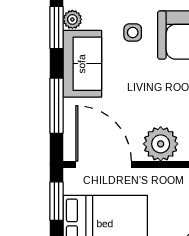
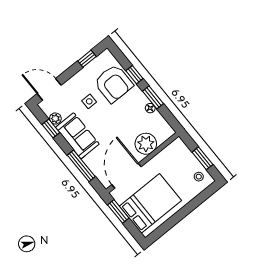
window: (57, 27) -> (51, 128), width x0.67
door: (104, 164) -> (127, 176), hinge flipped

